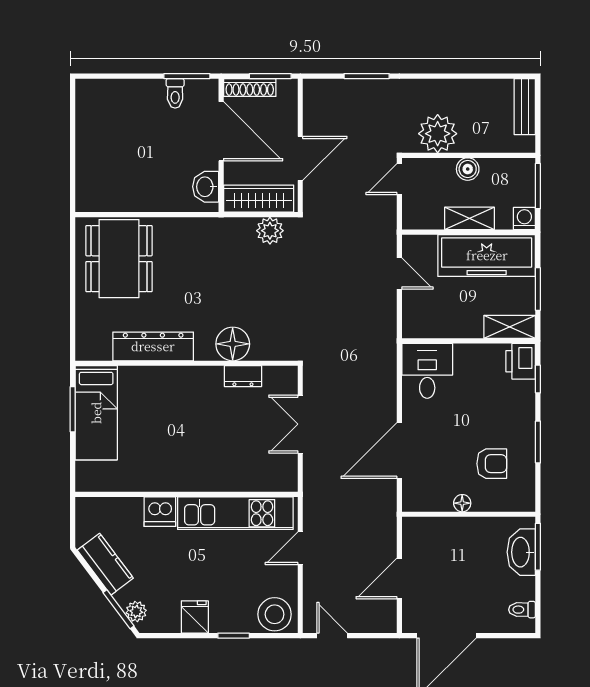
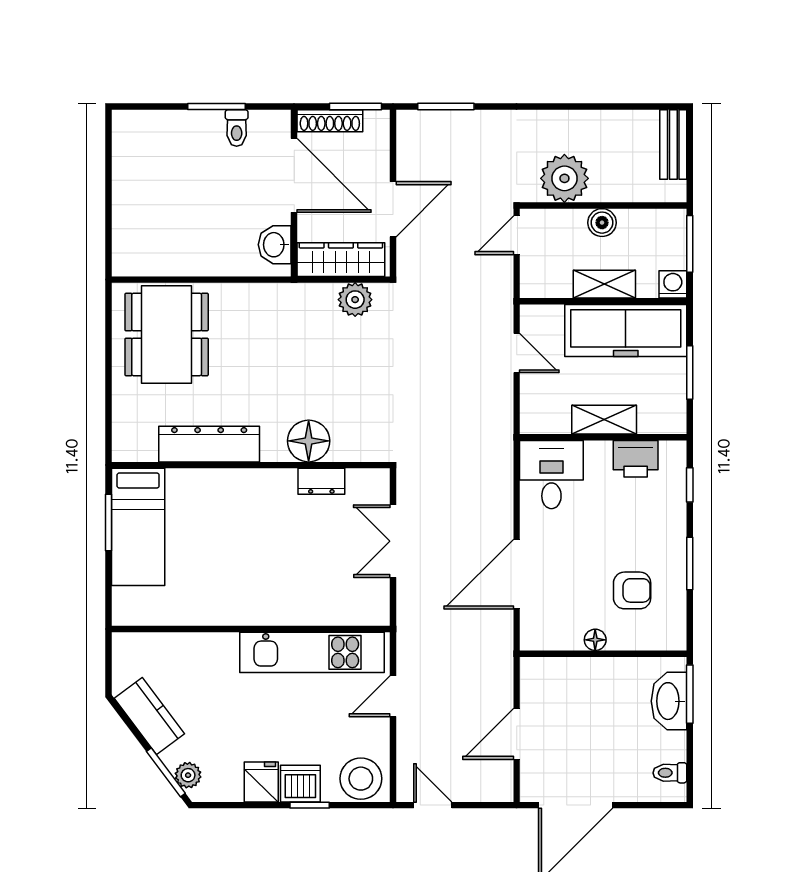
window: (187, 76) -> (217, 106), moved
window: (367, 76) -> (446, 106), moved
shelving: (510, 327) -> (604, 420), moved
printer: (521, 361) -> (636, 459), moved, turned -90
dishwasher: (160, 512) -> (300, 784), moved, turned 180

